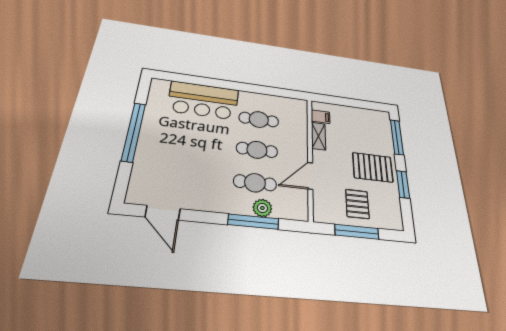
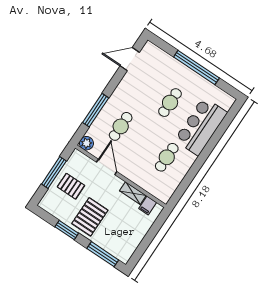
cafe table: (257, 150) -> (170, 103), moved
plant: (262, 208) -> (86, 143), moved

